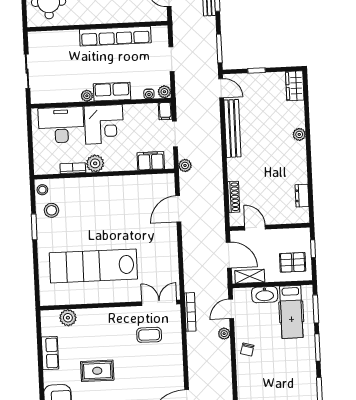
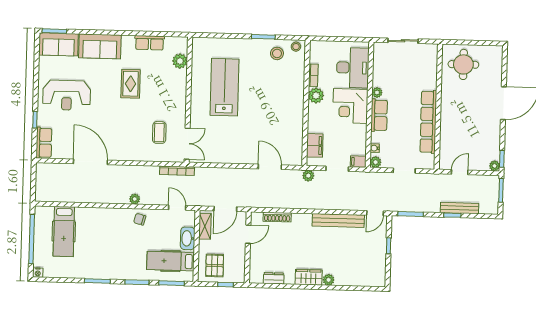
wardrobe: (295, 86) -> (309, 277), moved
lab bench: (93, 266) -> (224, 87), width x0.73
plant: (224, 334) -> (135, 199), moved

